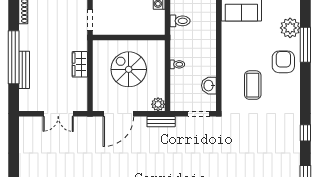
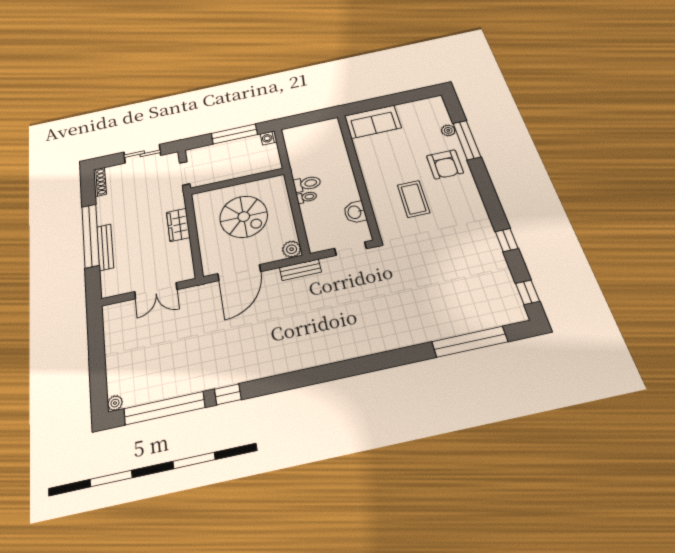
toilet: (180, 21) -> (307, 184), moved
plant: (290, 28) -> (448, 130), width x0.53, depth x0.53
armchair: (283, 62) -> (445, 164), turned 180
spiral stairs: (129, 69) -> (244, 217), turned 180

